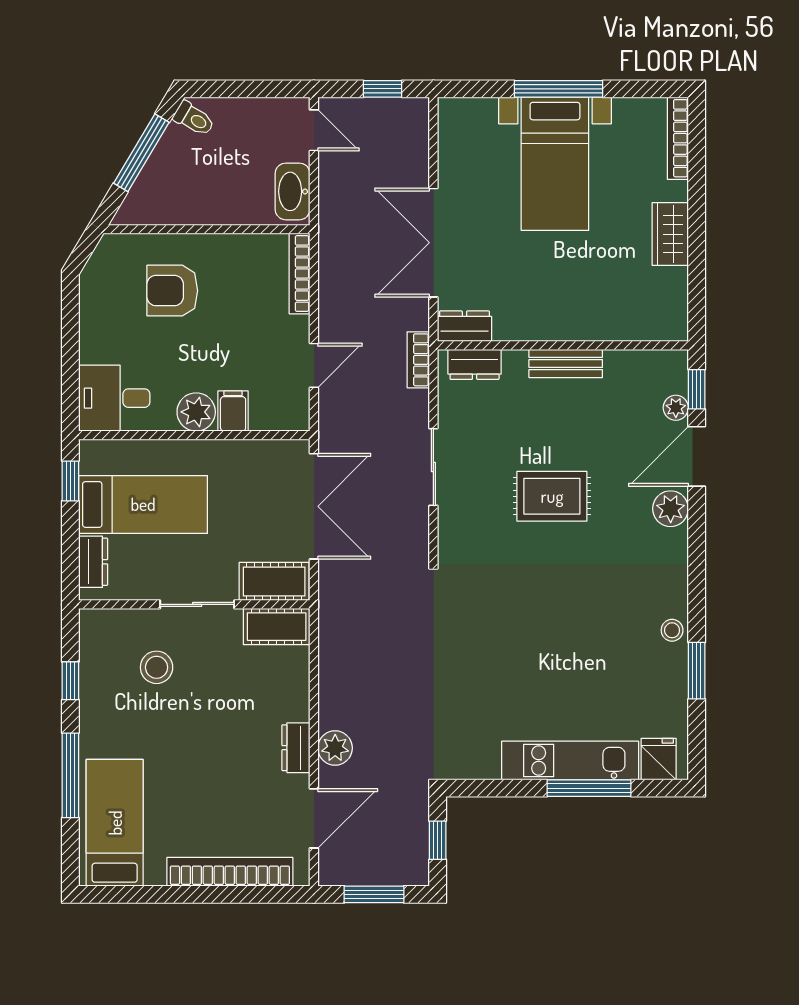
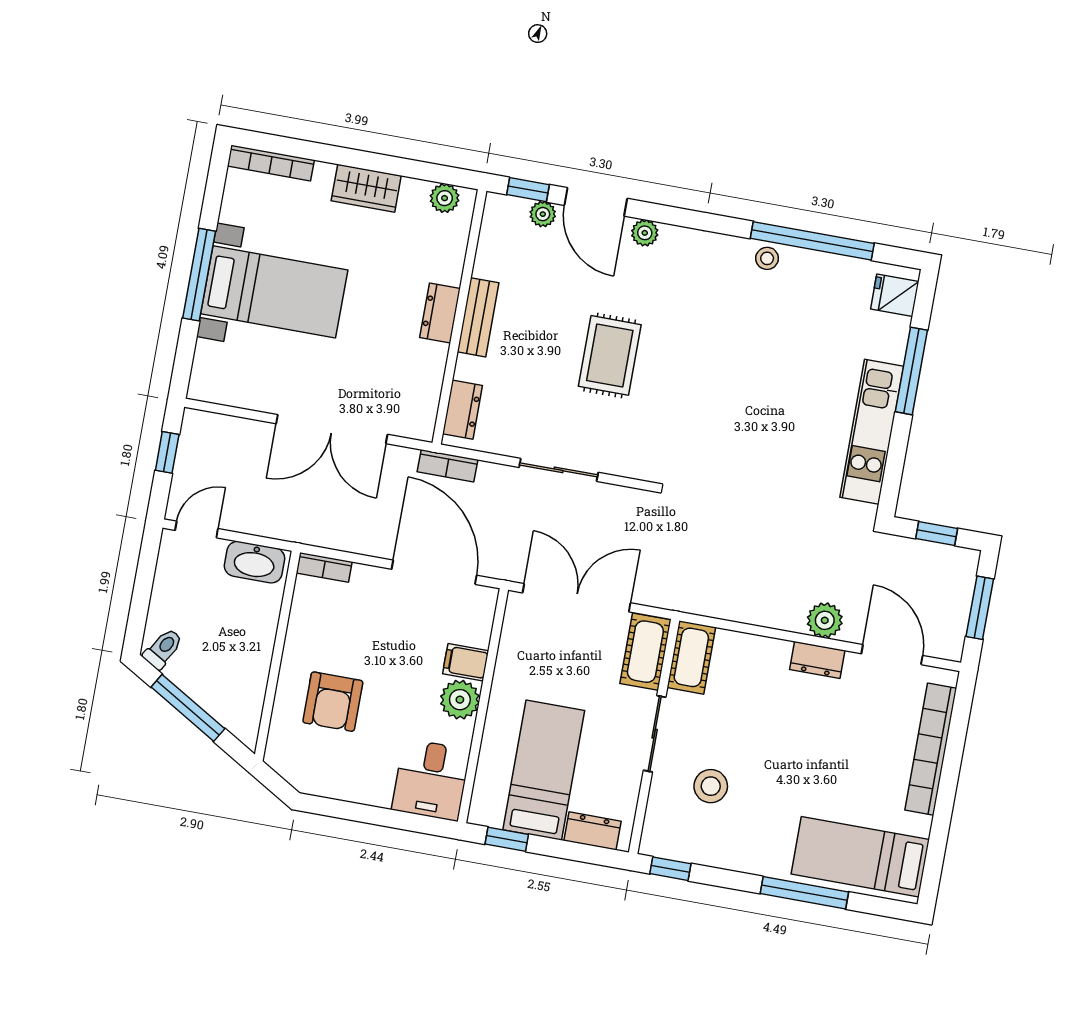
bookcase: (300, 274) -> (324, 567), width x0.64
plant: (674, 311) -> (445, 198), added
dresser: (464, 326) -> (440, 313), moved
door: (314, 365) -> (434, 572), width x1.88
plant: (671, 509) -> (645, 233), width x0.73, depth x0.73
window: (697, 671) -> (812, 241), width x2.11
window: (70, 681) -> (670, 869), moved
kitchen unit: (570, 760) -> (872, 432), moved

